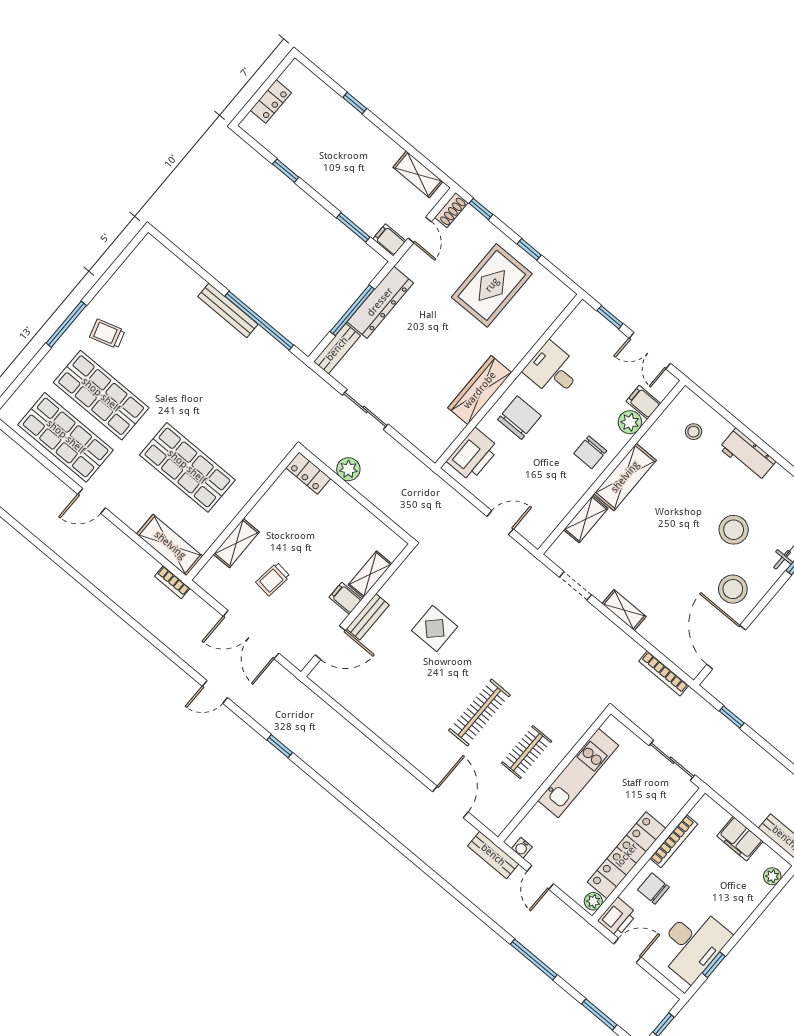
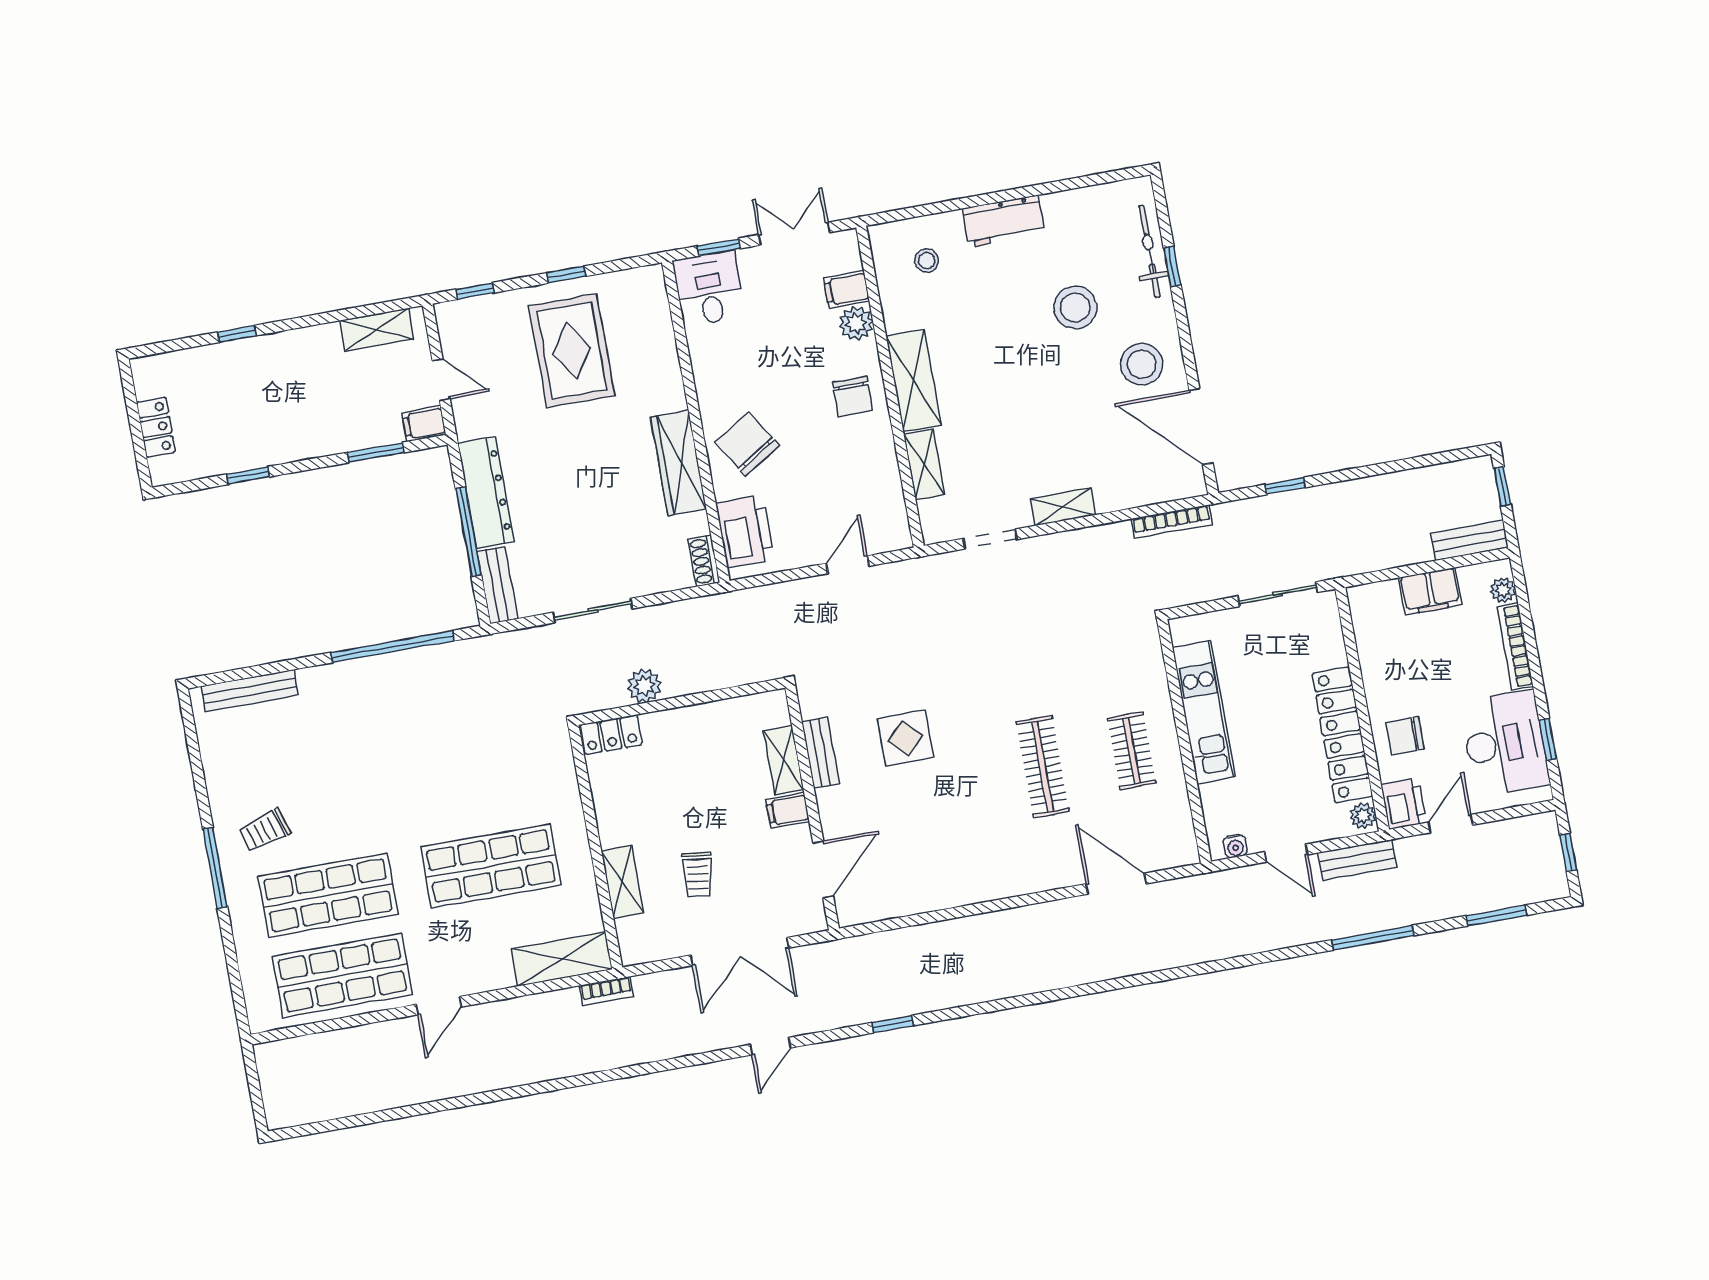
shoe rack: (451, 210) -> (704, 561), moved, turned 180
bench: (228, 310) -> (250, 691), moved
double door: (650, 351) -> (794, 234), swing flipped
desk: (553, 370) -> (709, 289), moved, turned 90
chair: (519, 418) -> (747, 444), turned -32
bench: (368, 617) -> (820, 753), moved
bookcase: (674, 841) -> (1515, 646), moved, turned 180
bench: (493, 855) -> (1357, 860), moved

